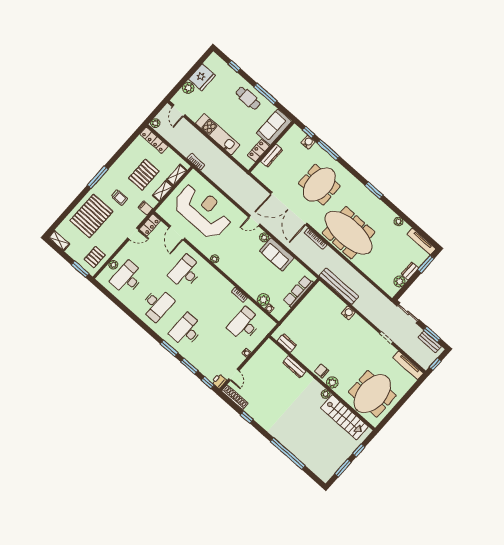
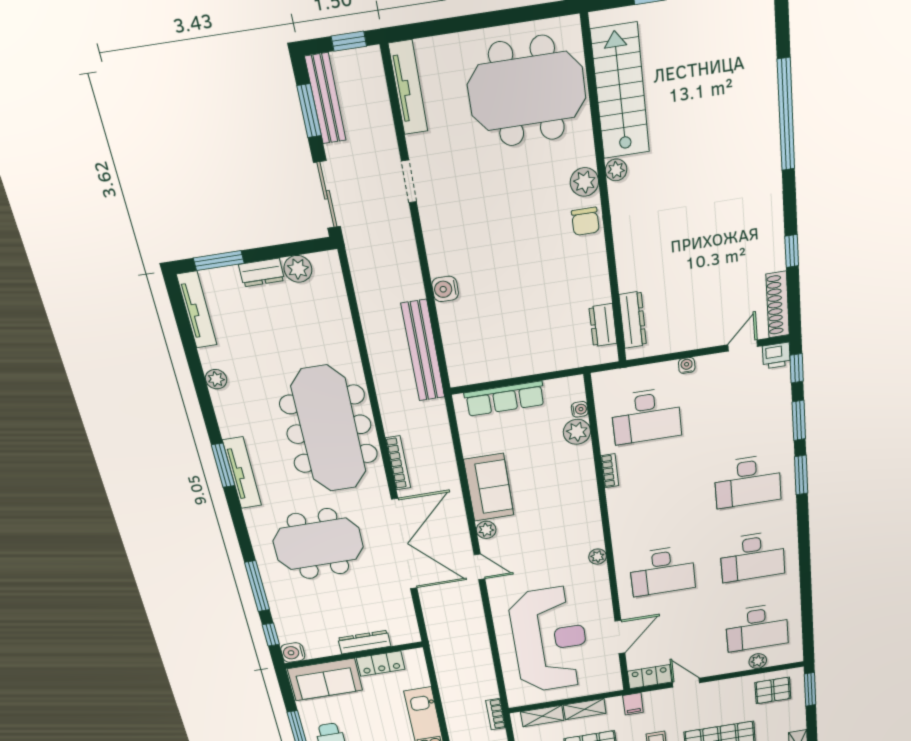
water cooler: (308, 142) -> (293, 652), moved
tv unit: (366, 193) -> (242, 473), added
reception desk: (203, 211) -> (550, 640), turned 180
desk: (157, 304) -> (752, 557), turned 180
bench: (430, 342) -> (326, 99), width x1.36
dresser: (294, 367) -> (633, 320), moved

